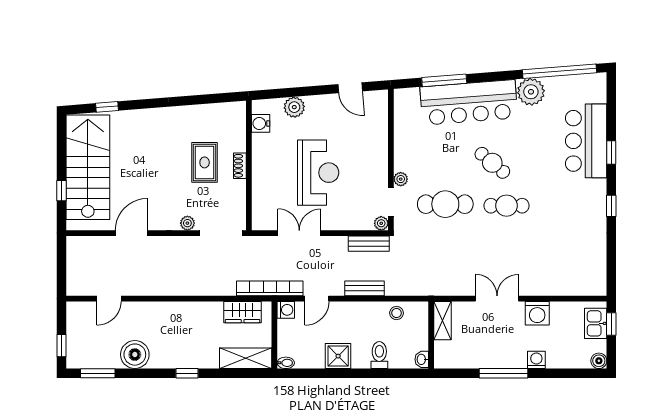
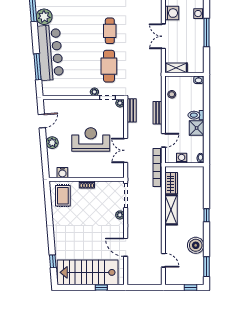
plant: (294, 107) -> (52, 143), moved
rug: (205, 162) -> (63, 196), moved, turned 90
cafe table: (492, 163) -> (85, 39), removed
door: (317, 299) -> (163, 140), hinge flipped
washing machine: (286, 310) -> (182, 158), moved
toilet: (379, 355) -> (196, 115), moved
shelving: (246, 358) -> (171, 210), moved

